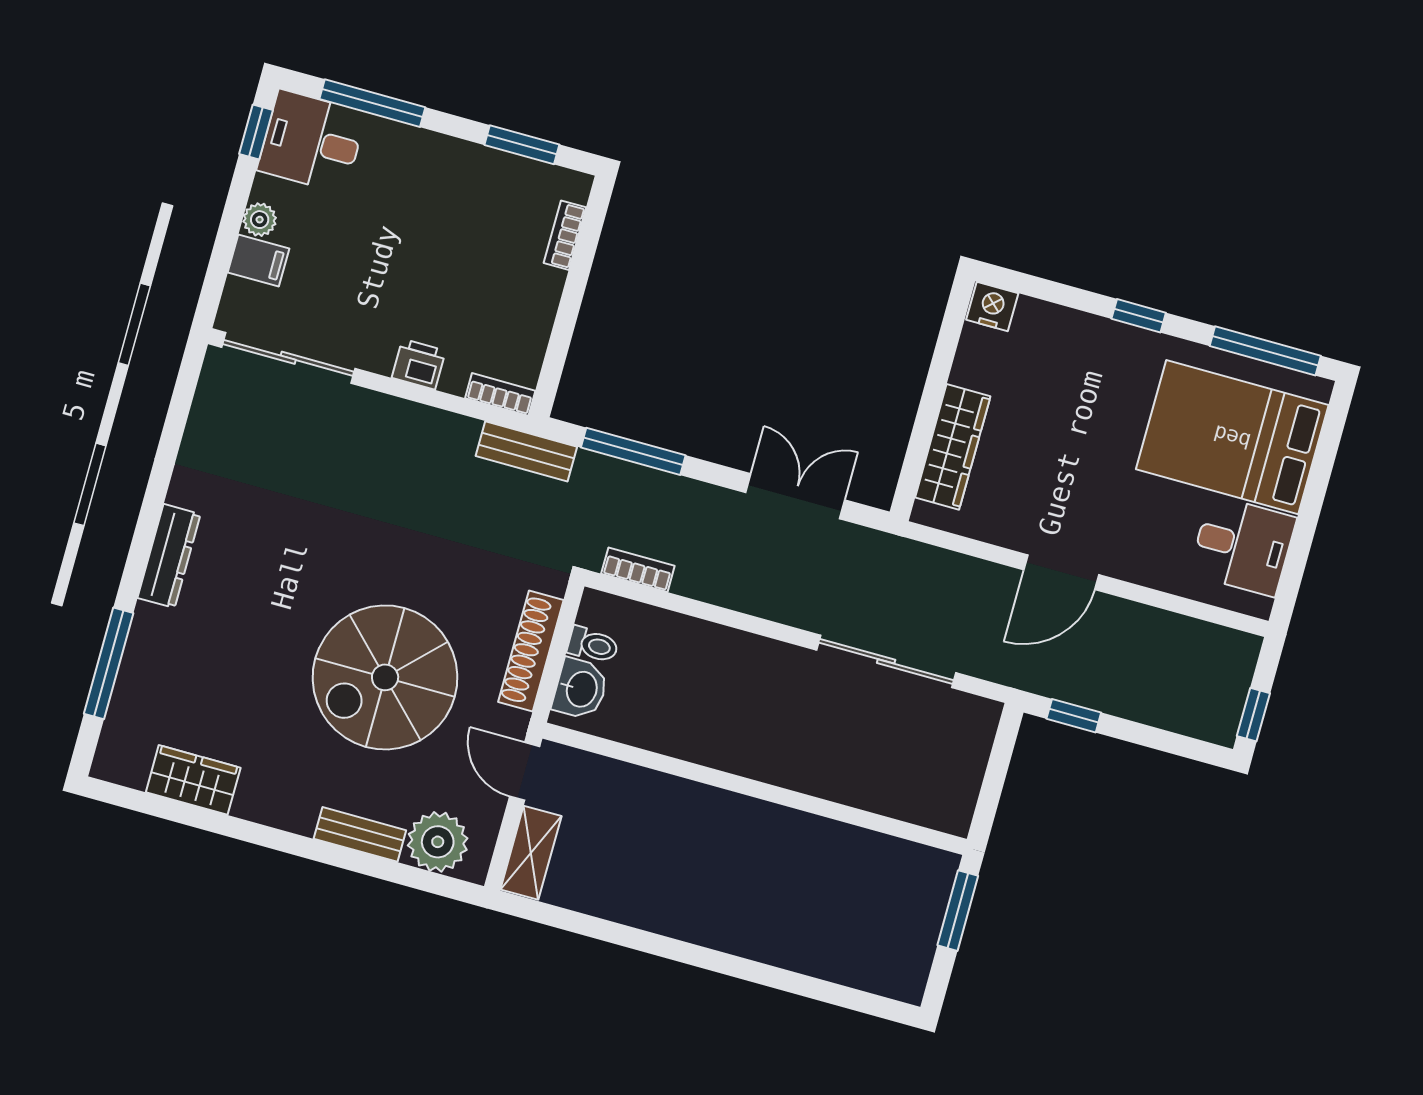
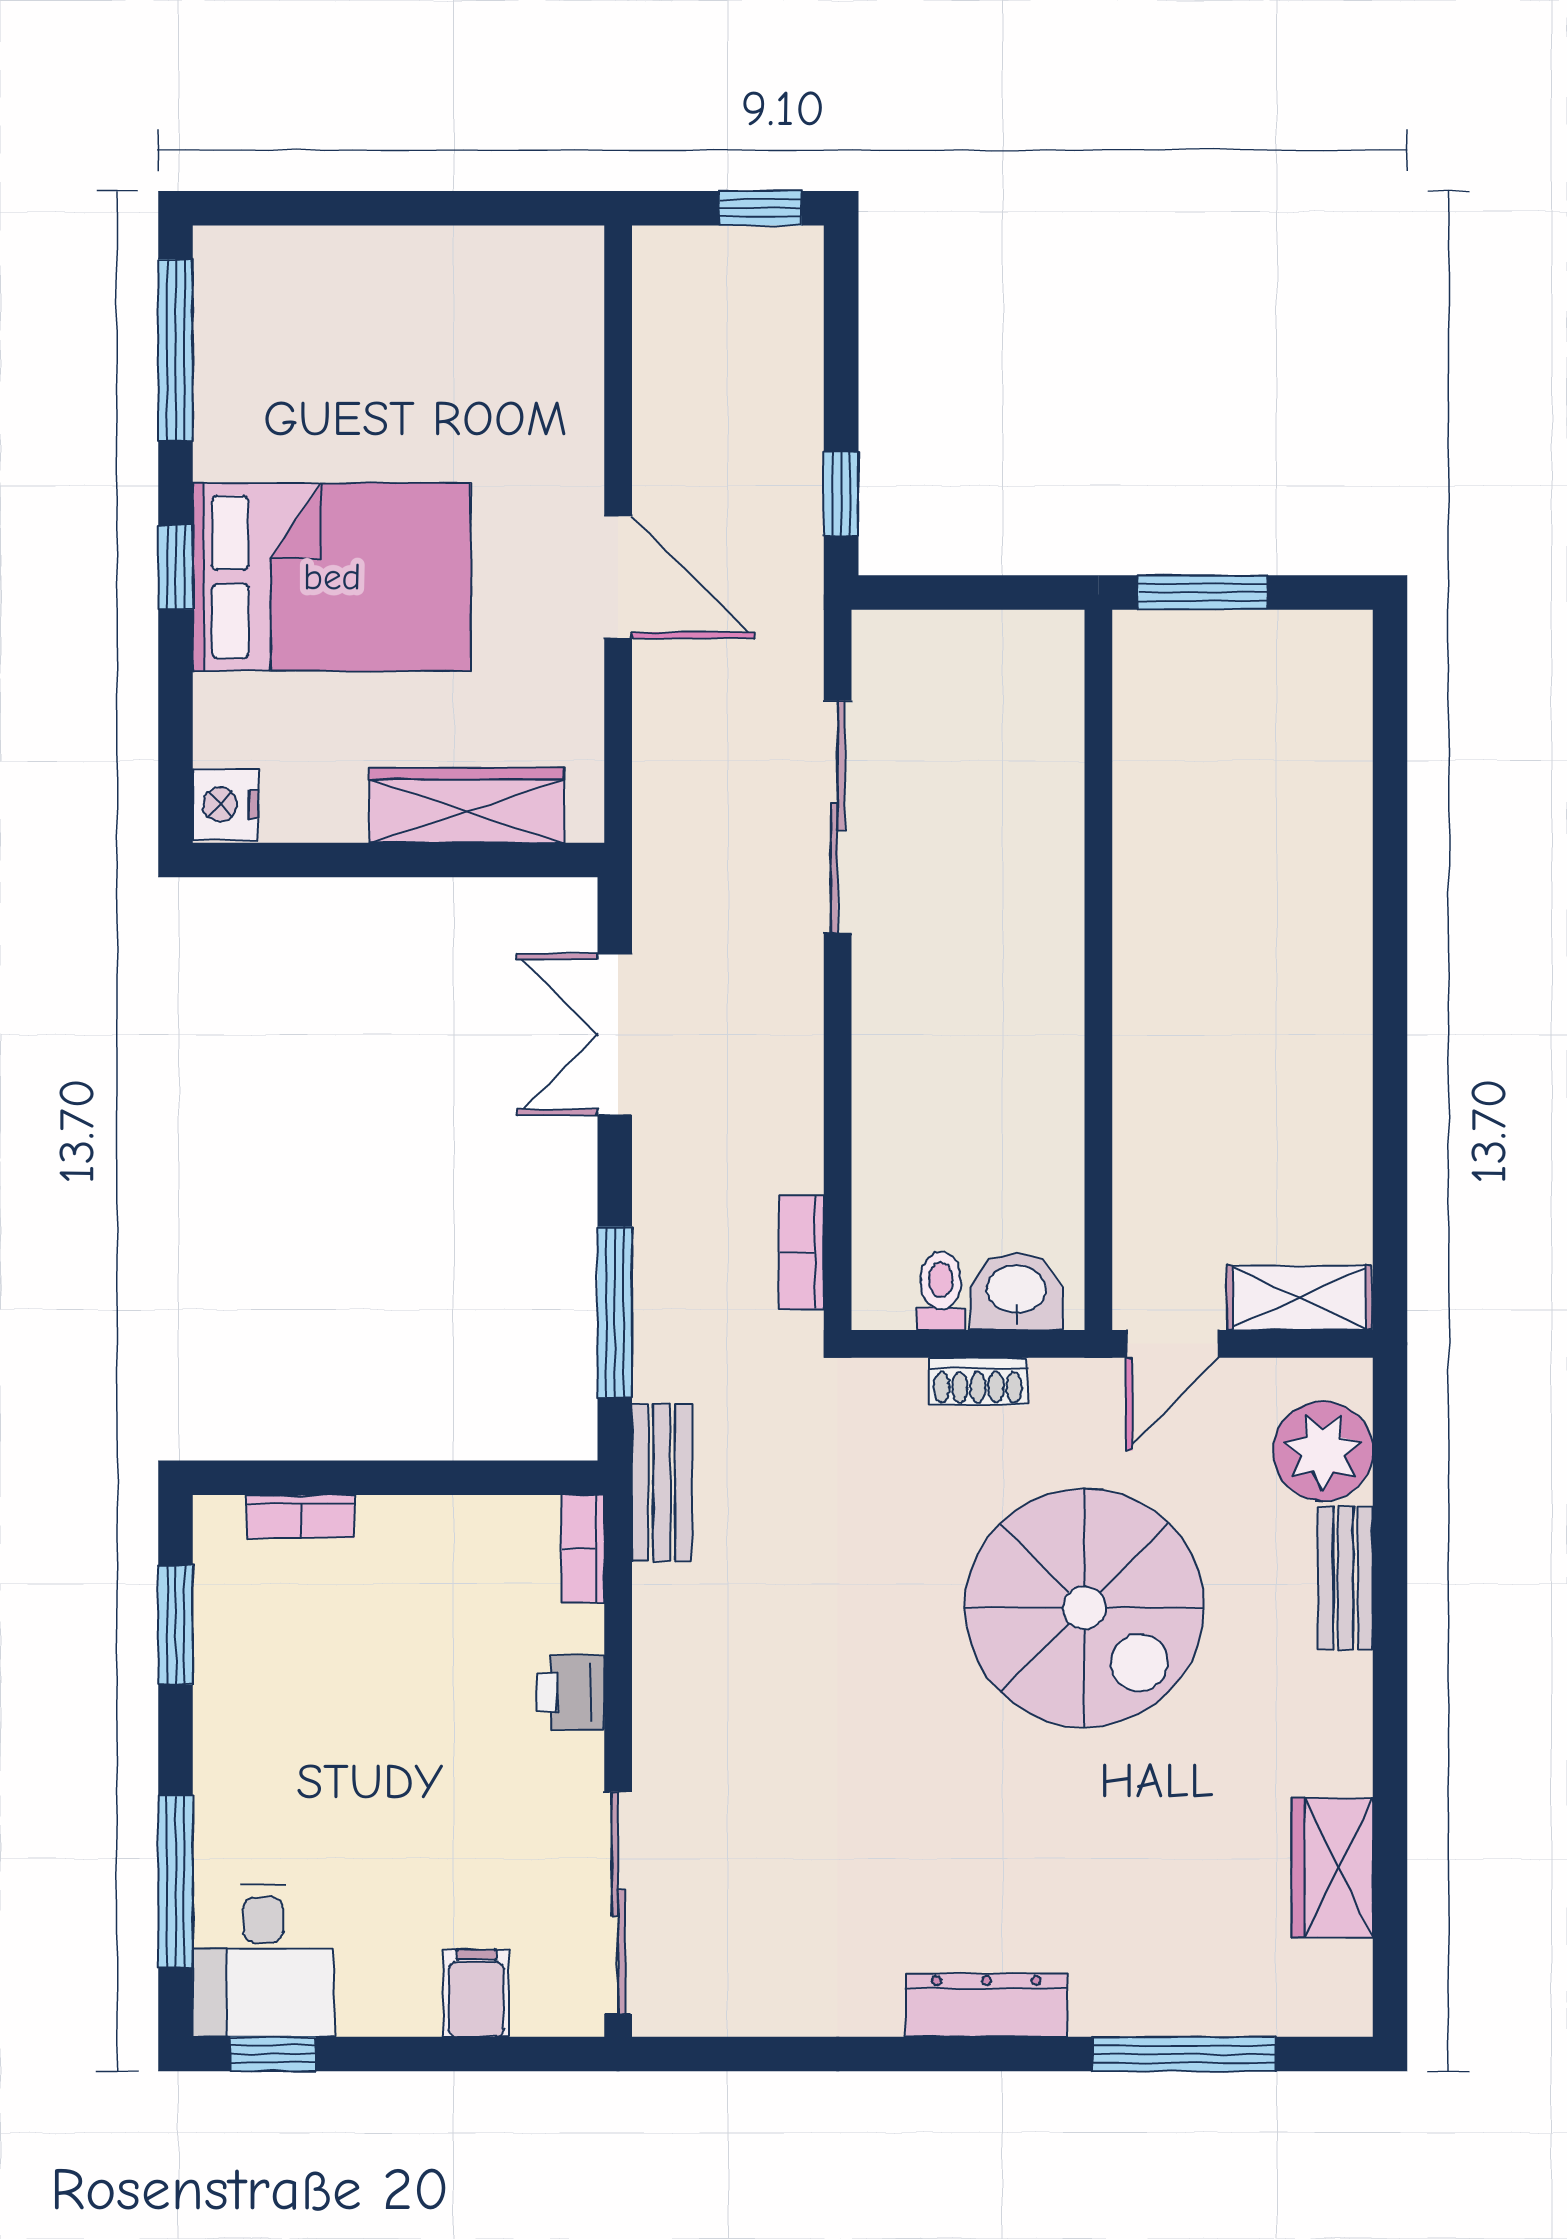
plant: (260, 220) -> (411, 2010), removed
bed: (1232, 437) -> (332, 577), moved, turned -90
desk: (1243, 546) -> (496, 300), removed
shoe rack: (531, 651) -> (978, 1382), width x0.51, depth x0.81

